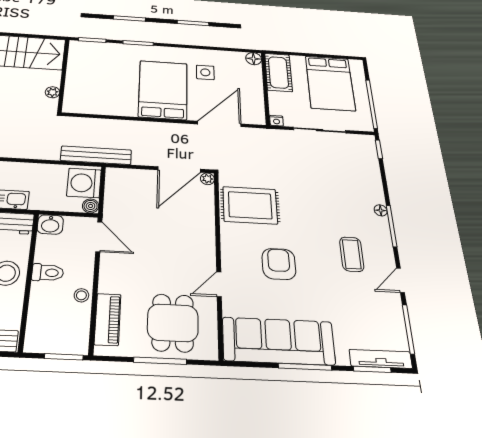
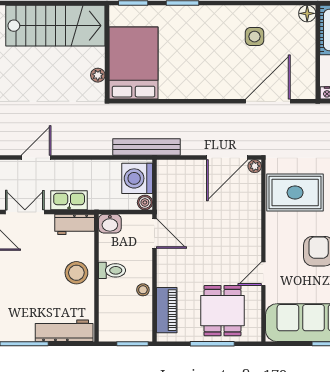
bed: (163, 90) -> (134, 63), moved

